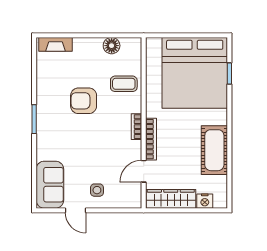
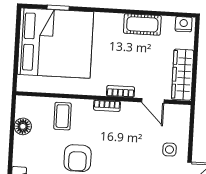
bookcase: (151, 139) -> (121, 91), width x0.64
cot: (214, 150) -> (142, 24), width x0.73, depth x0.75
nightstand: (205, 201) -> (184, 24), moved, turned -90

